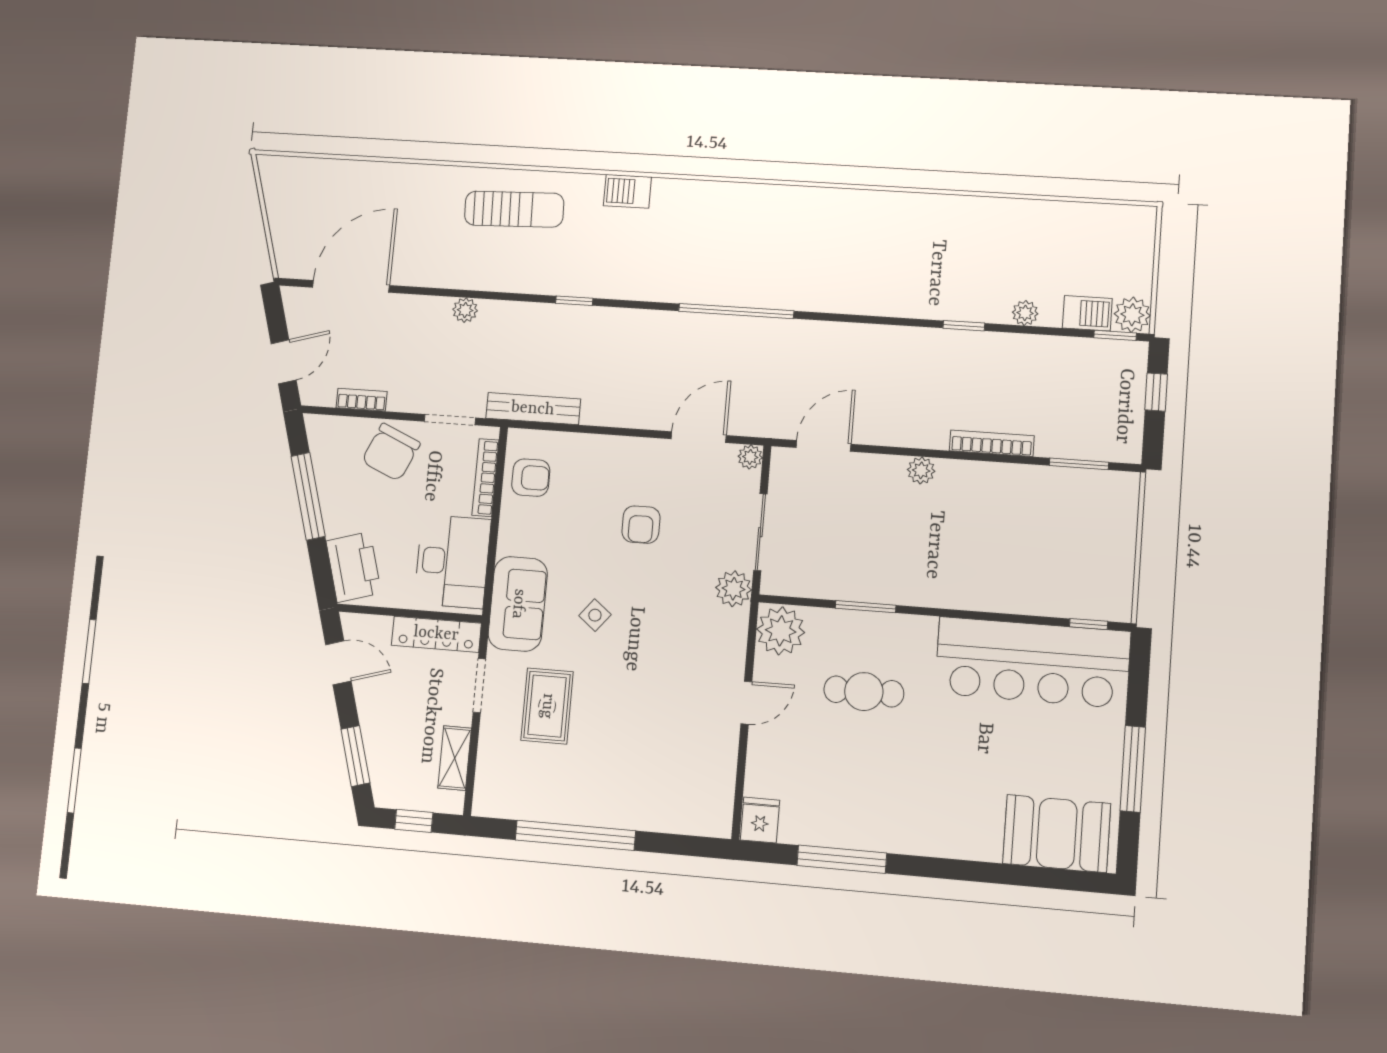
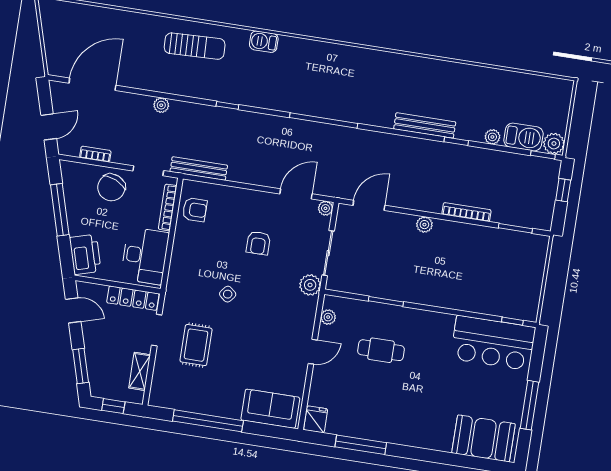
bench: (908, 304) -> (425, 125), added
barbecue: (1087, 313) -> (523, 137), width x1.38, depth x1.27
sofa: (518, 604) -> (270, 409), moved, turned -90
plant: (781, 631) -> (328, 317), width x0.53, depth x0.53
bar counter: (1032, 662) -> (493, 343), width x0.73

